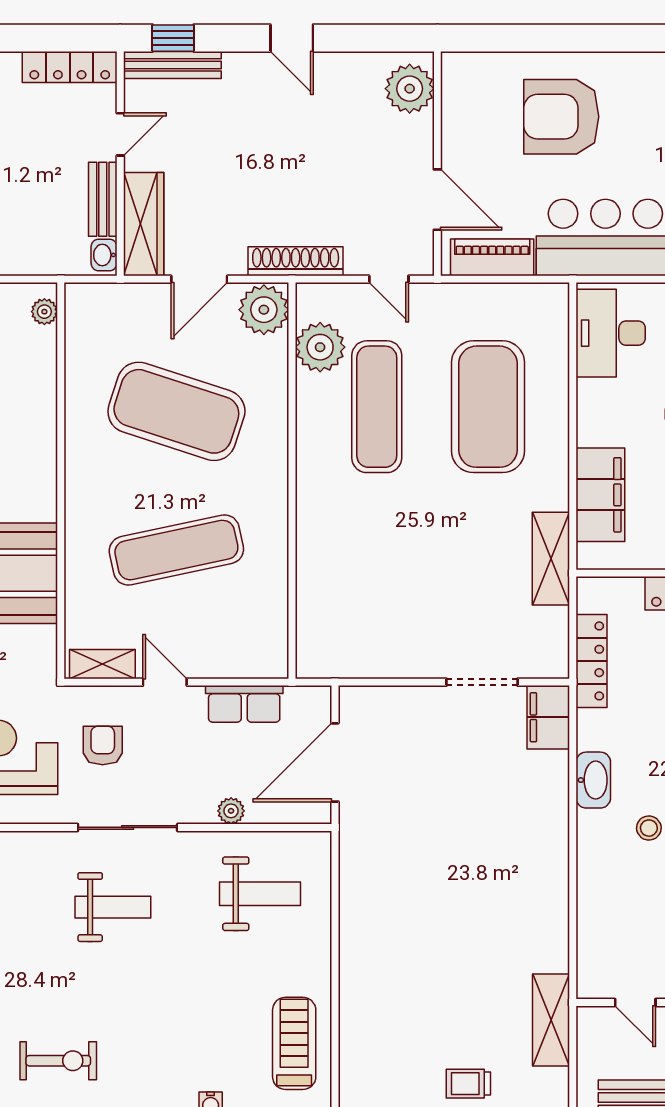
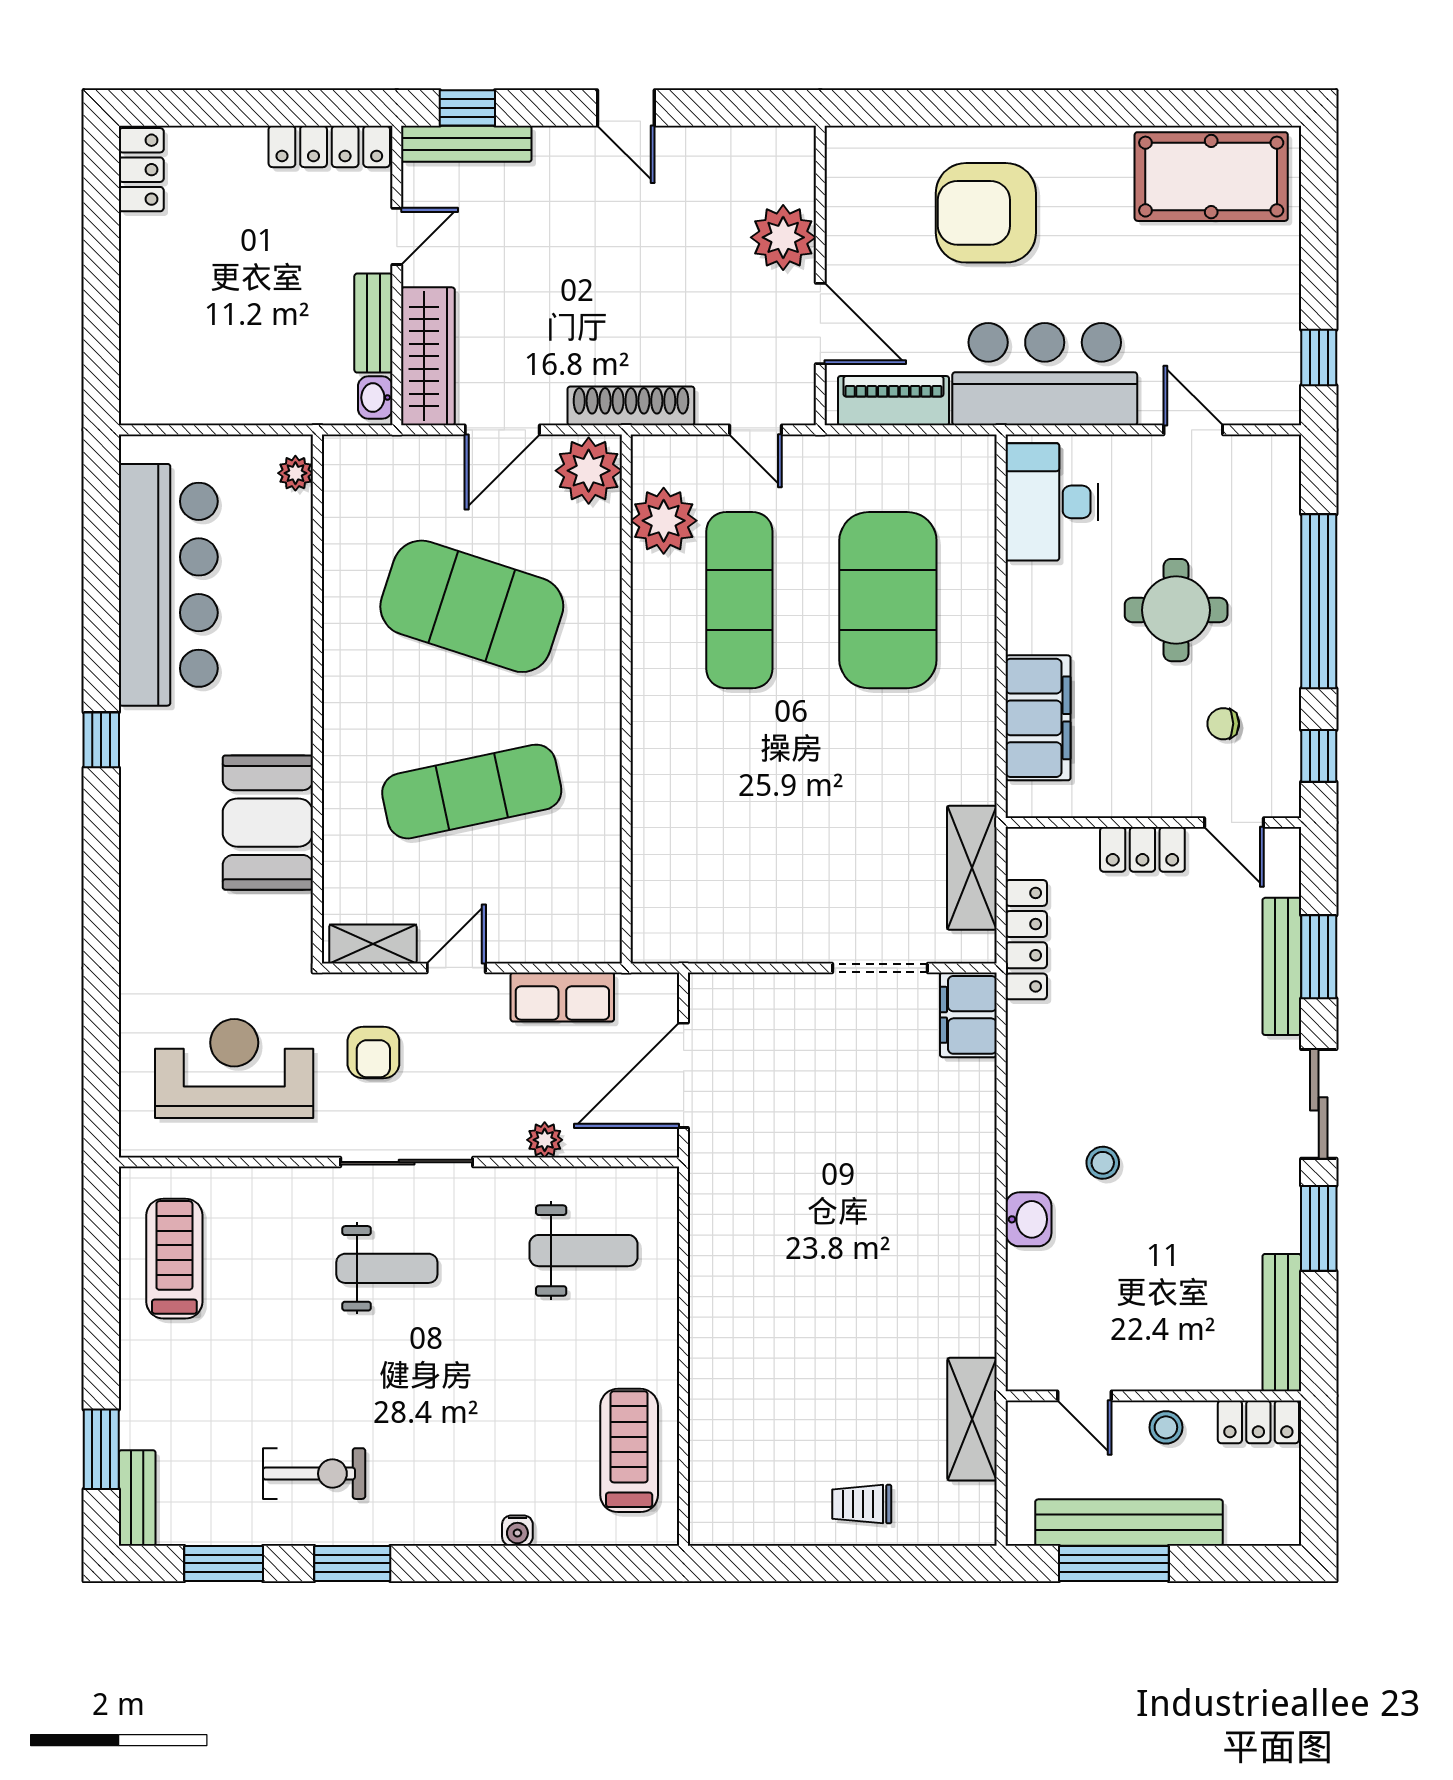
plant: (410, 89) -> (783, 237), moved
shelving: (551, 559) -> (972, 868), moved
door: (165, 682) -> (456, 968), hinge flipped
armchair: (103, 745) -> (373, 1053), turned 180
washbasin: (593, 780) -> (1028, 1219), moved, width x0.72

